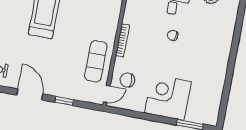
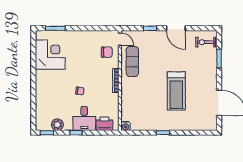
door: (107, 94) -> (120, 39), swing flipped
corner desk: (168, 97) -> (50, 55), moved, turned -90

